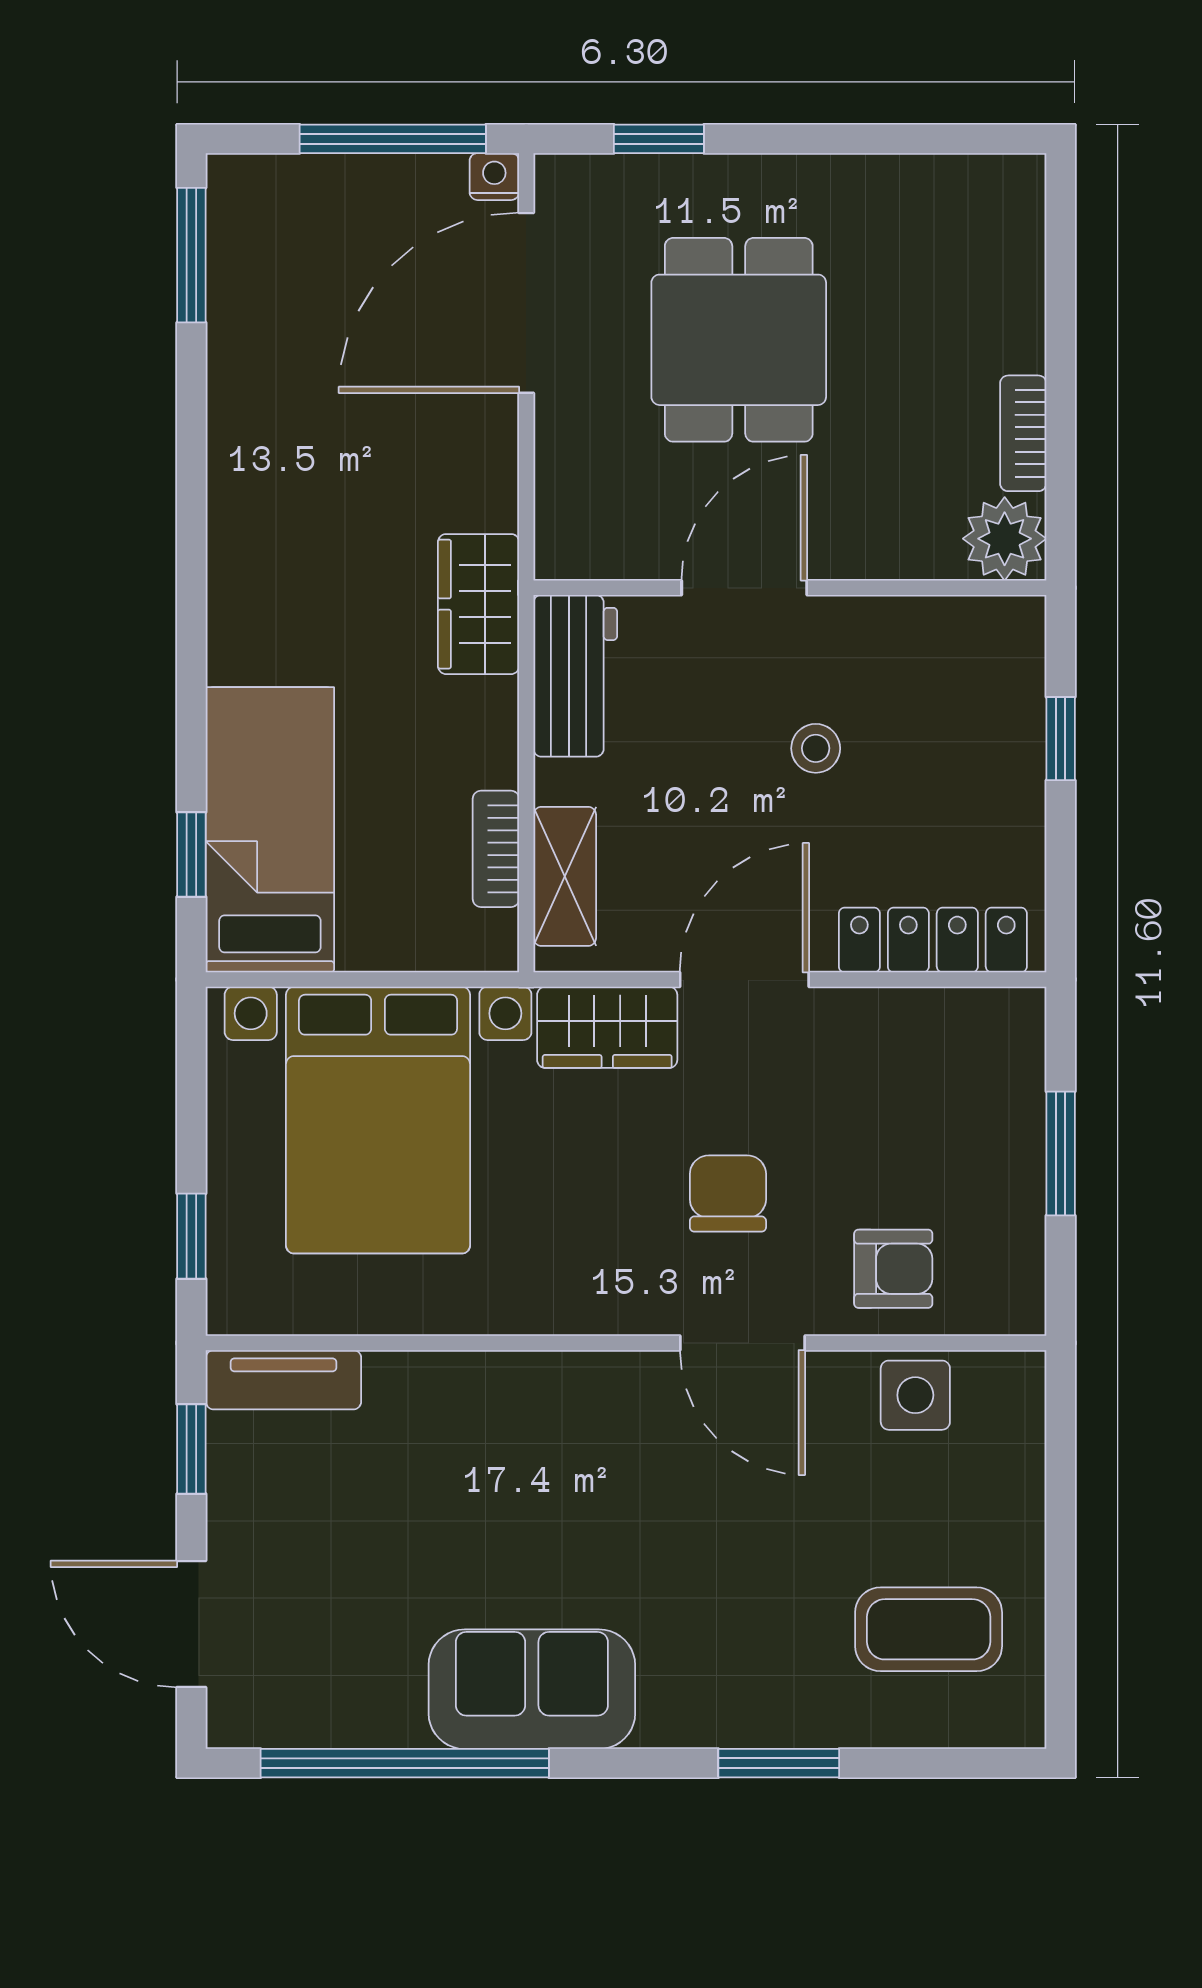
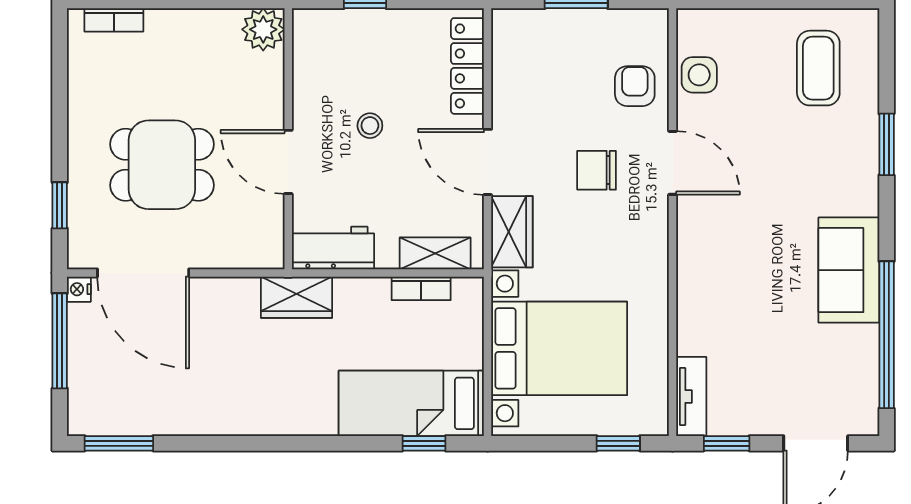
bookcase: (1023, 433) -> (114, 20), moved
door: (743, 1343) -> (673, 163), hinge flipped

